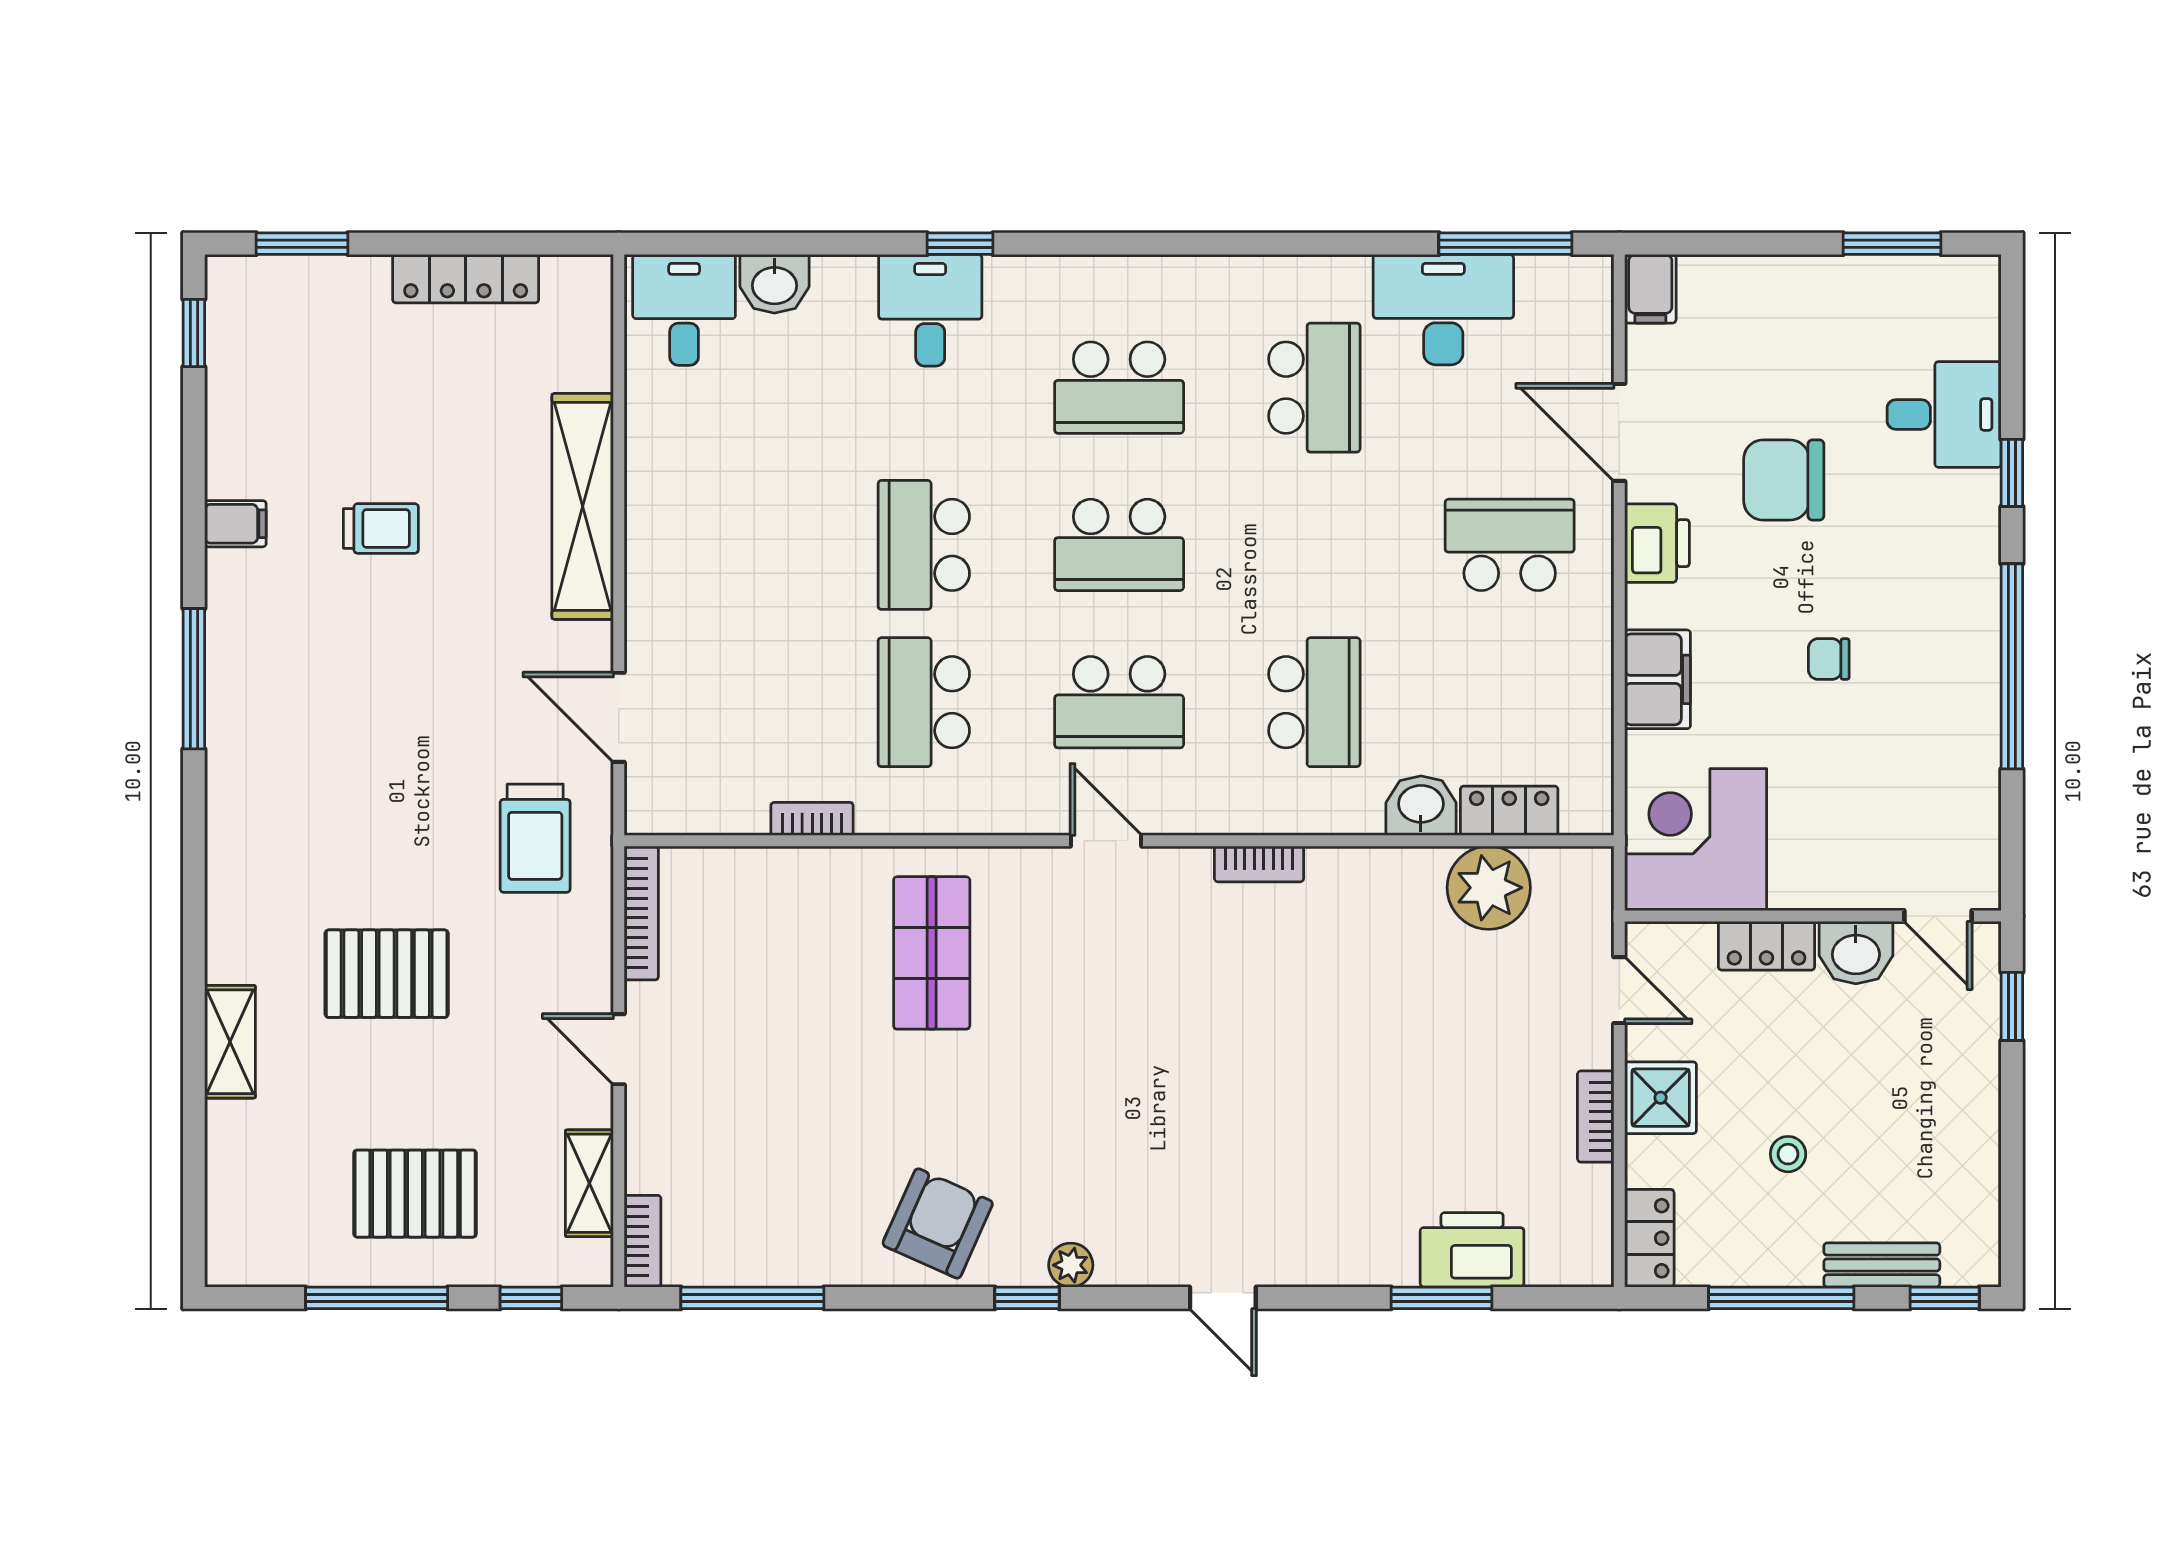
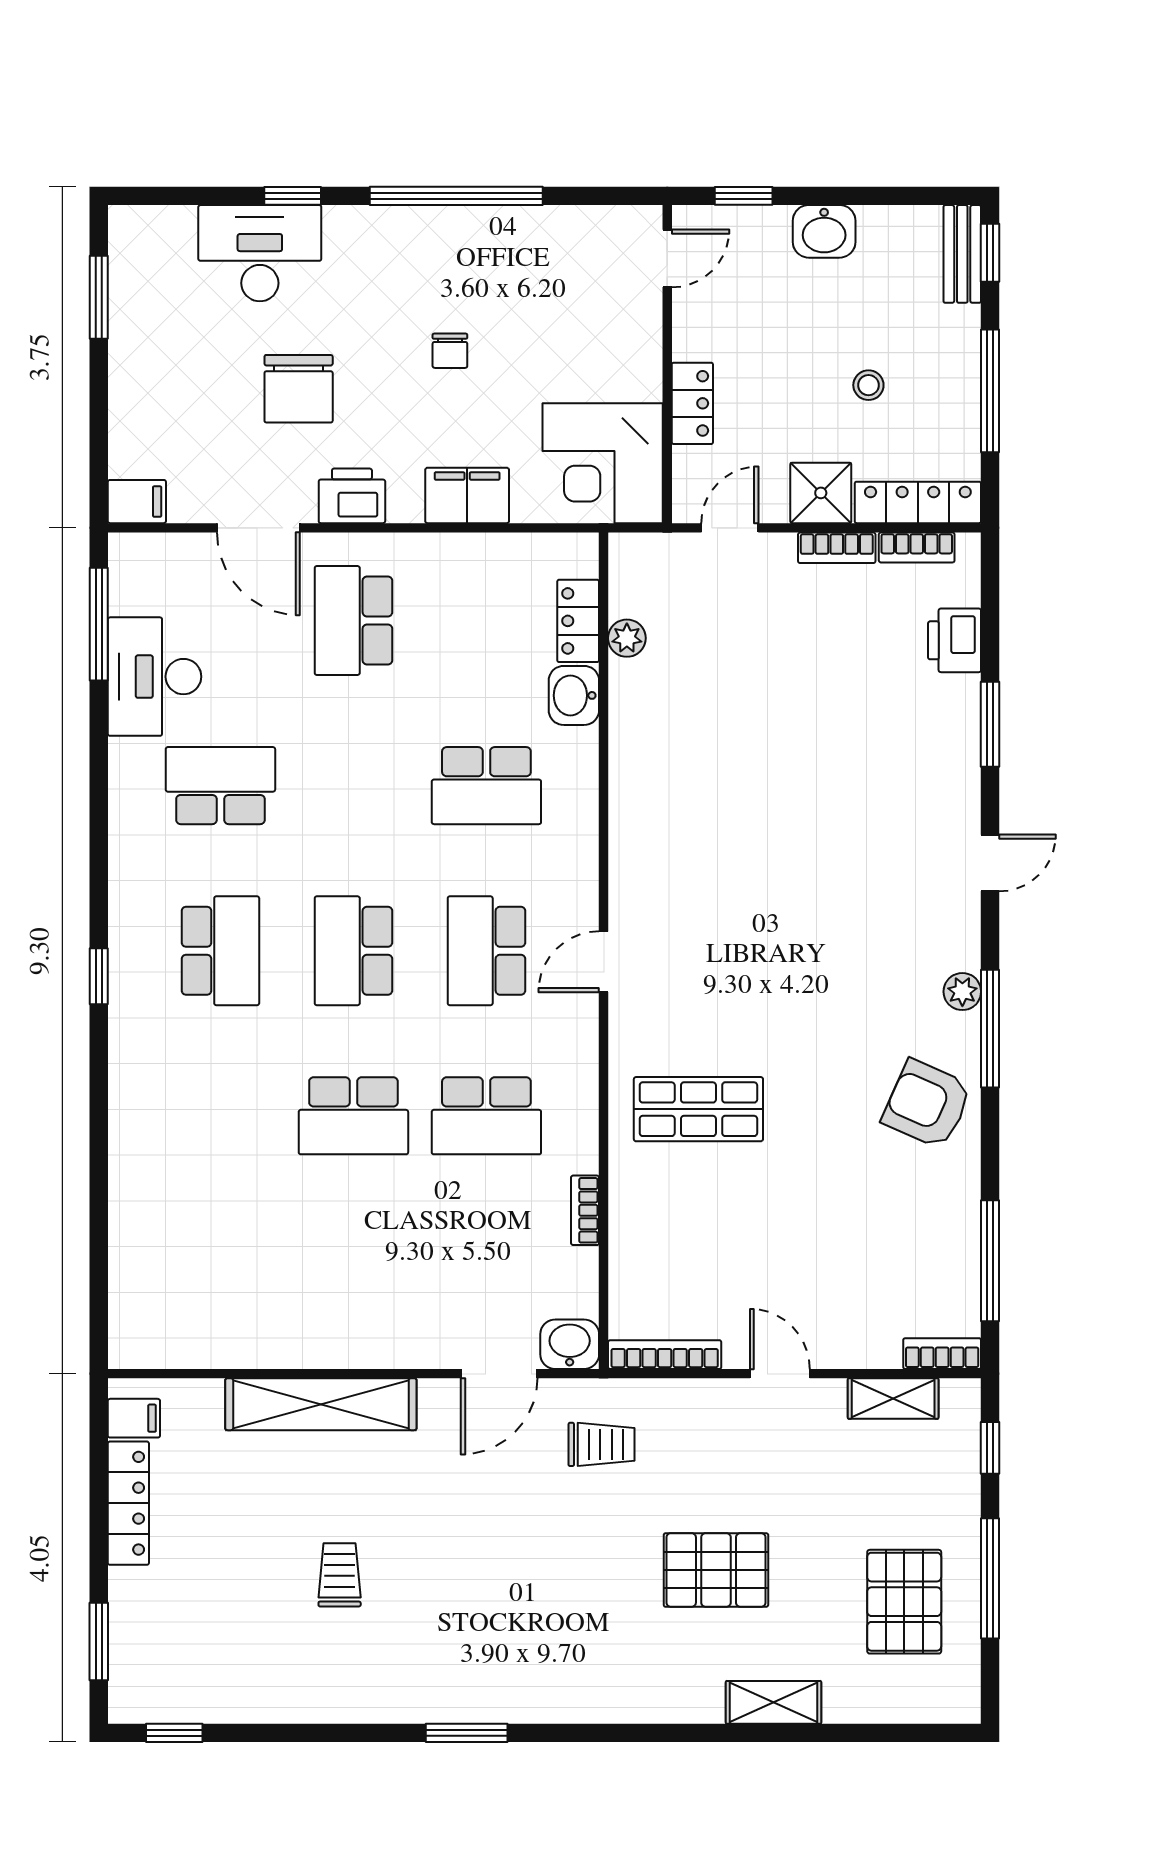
window: (960, 244) -> (99, 976), moved
washbasin: (774, 284) -> (570, 1344), moved, turned -90
desk: (684, 310) -> (155, 1318), removed
desk: (930, 310) -> (155, 1110), removed
desk: (1944, 414) -> (260, 253), width x1.37
door: (1619, 432) -> (258, 528), hinge flipped
filing cabinet: (235, 524) -> (134, 1418), moved, turned 90
school desk: (1119, 545) -> (353, 951), turned 180
window: (194, 679) -> (467, 1733), width x0.69
school desk: (1119, 702) -> (486, 951), turned 180
school desk: (1314, 702) -> (486, 786), turned 180
trolley: (535, 838) -> (601, 1444), width x0.73, depth x0.72
bookcase: (1259, 864) -> (917, 547), moved, turned 90
plant: (1489, 888) -> (627, 638), width x0.53, depth x0.53
washbasin: (1856, 953) -> (824, 231), moved, turned 90
pallet: (387, 974) -> (716, 1570), turned 90
door: (619, 1049) -> (780, 1374), swing flipped
pallet: (415, 1194) -> (904, 1602), moved
locker: (1649, 1238) -> (918, 502), width x1.53
printer: (1472, 1250) -> (955, 640), width x0.73, depth x0.84
bench: (1882, 1265) -> (962, 254), moved
window: (1027, 1298) -> (990, 1029), width x2.17
window: (1442, 1298) -> (990, 724), moved

